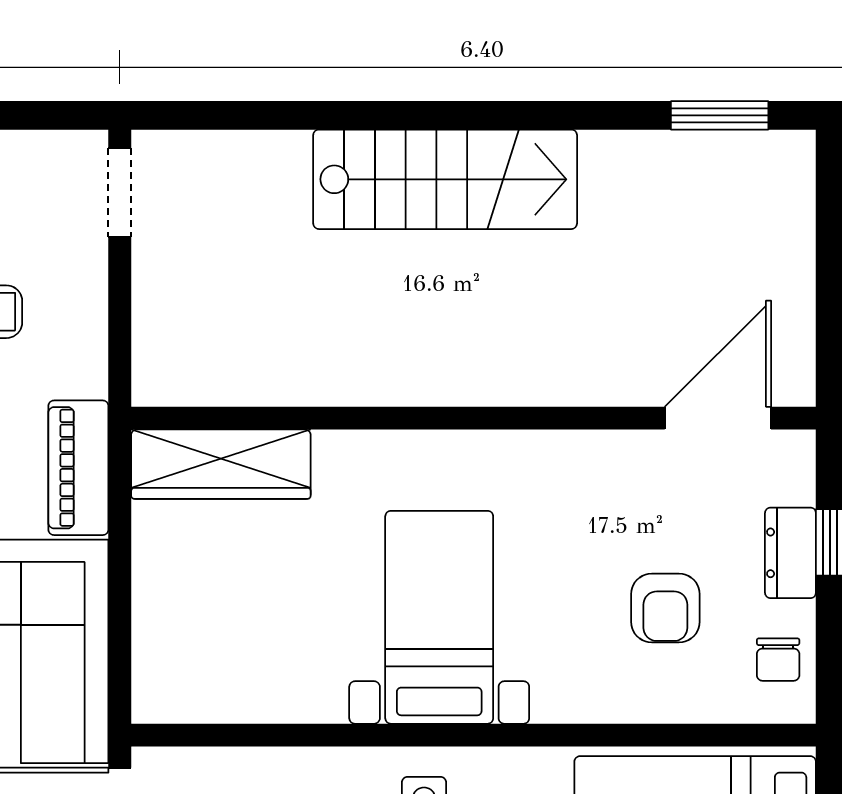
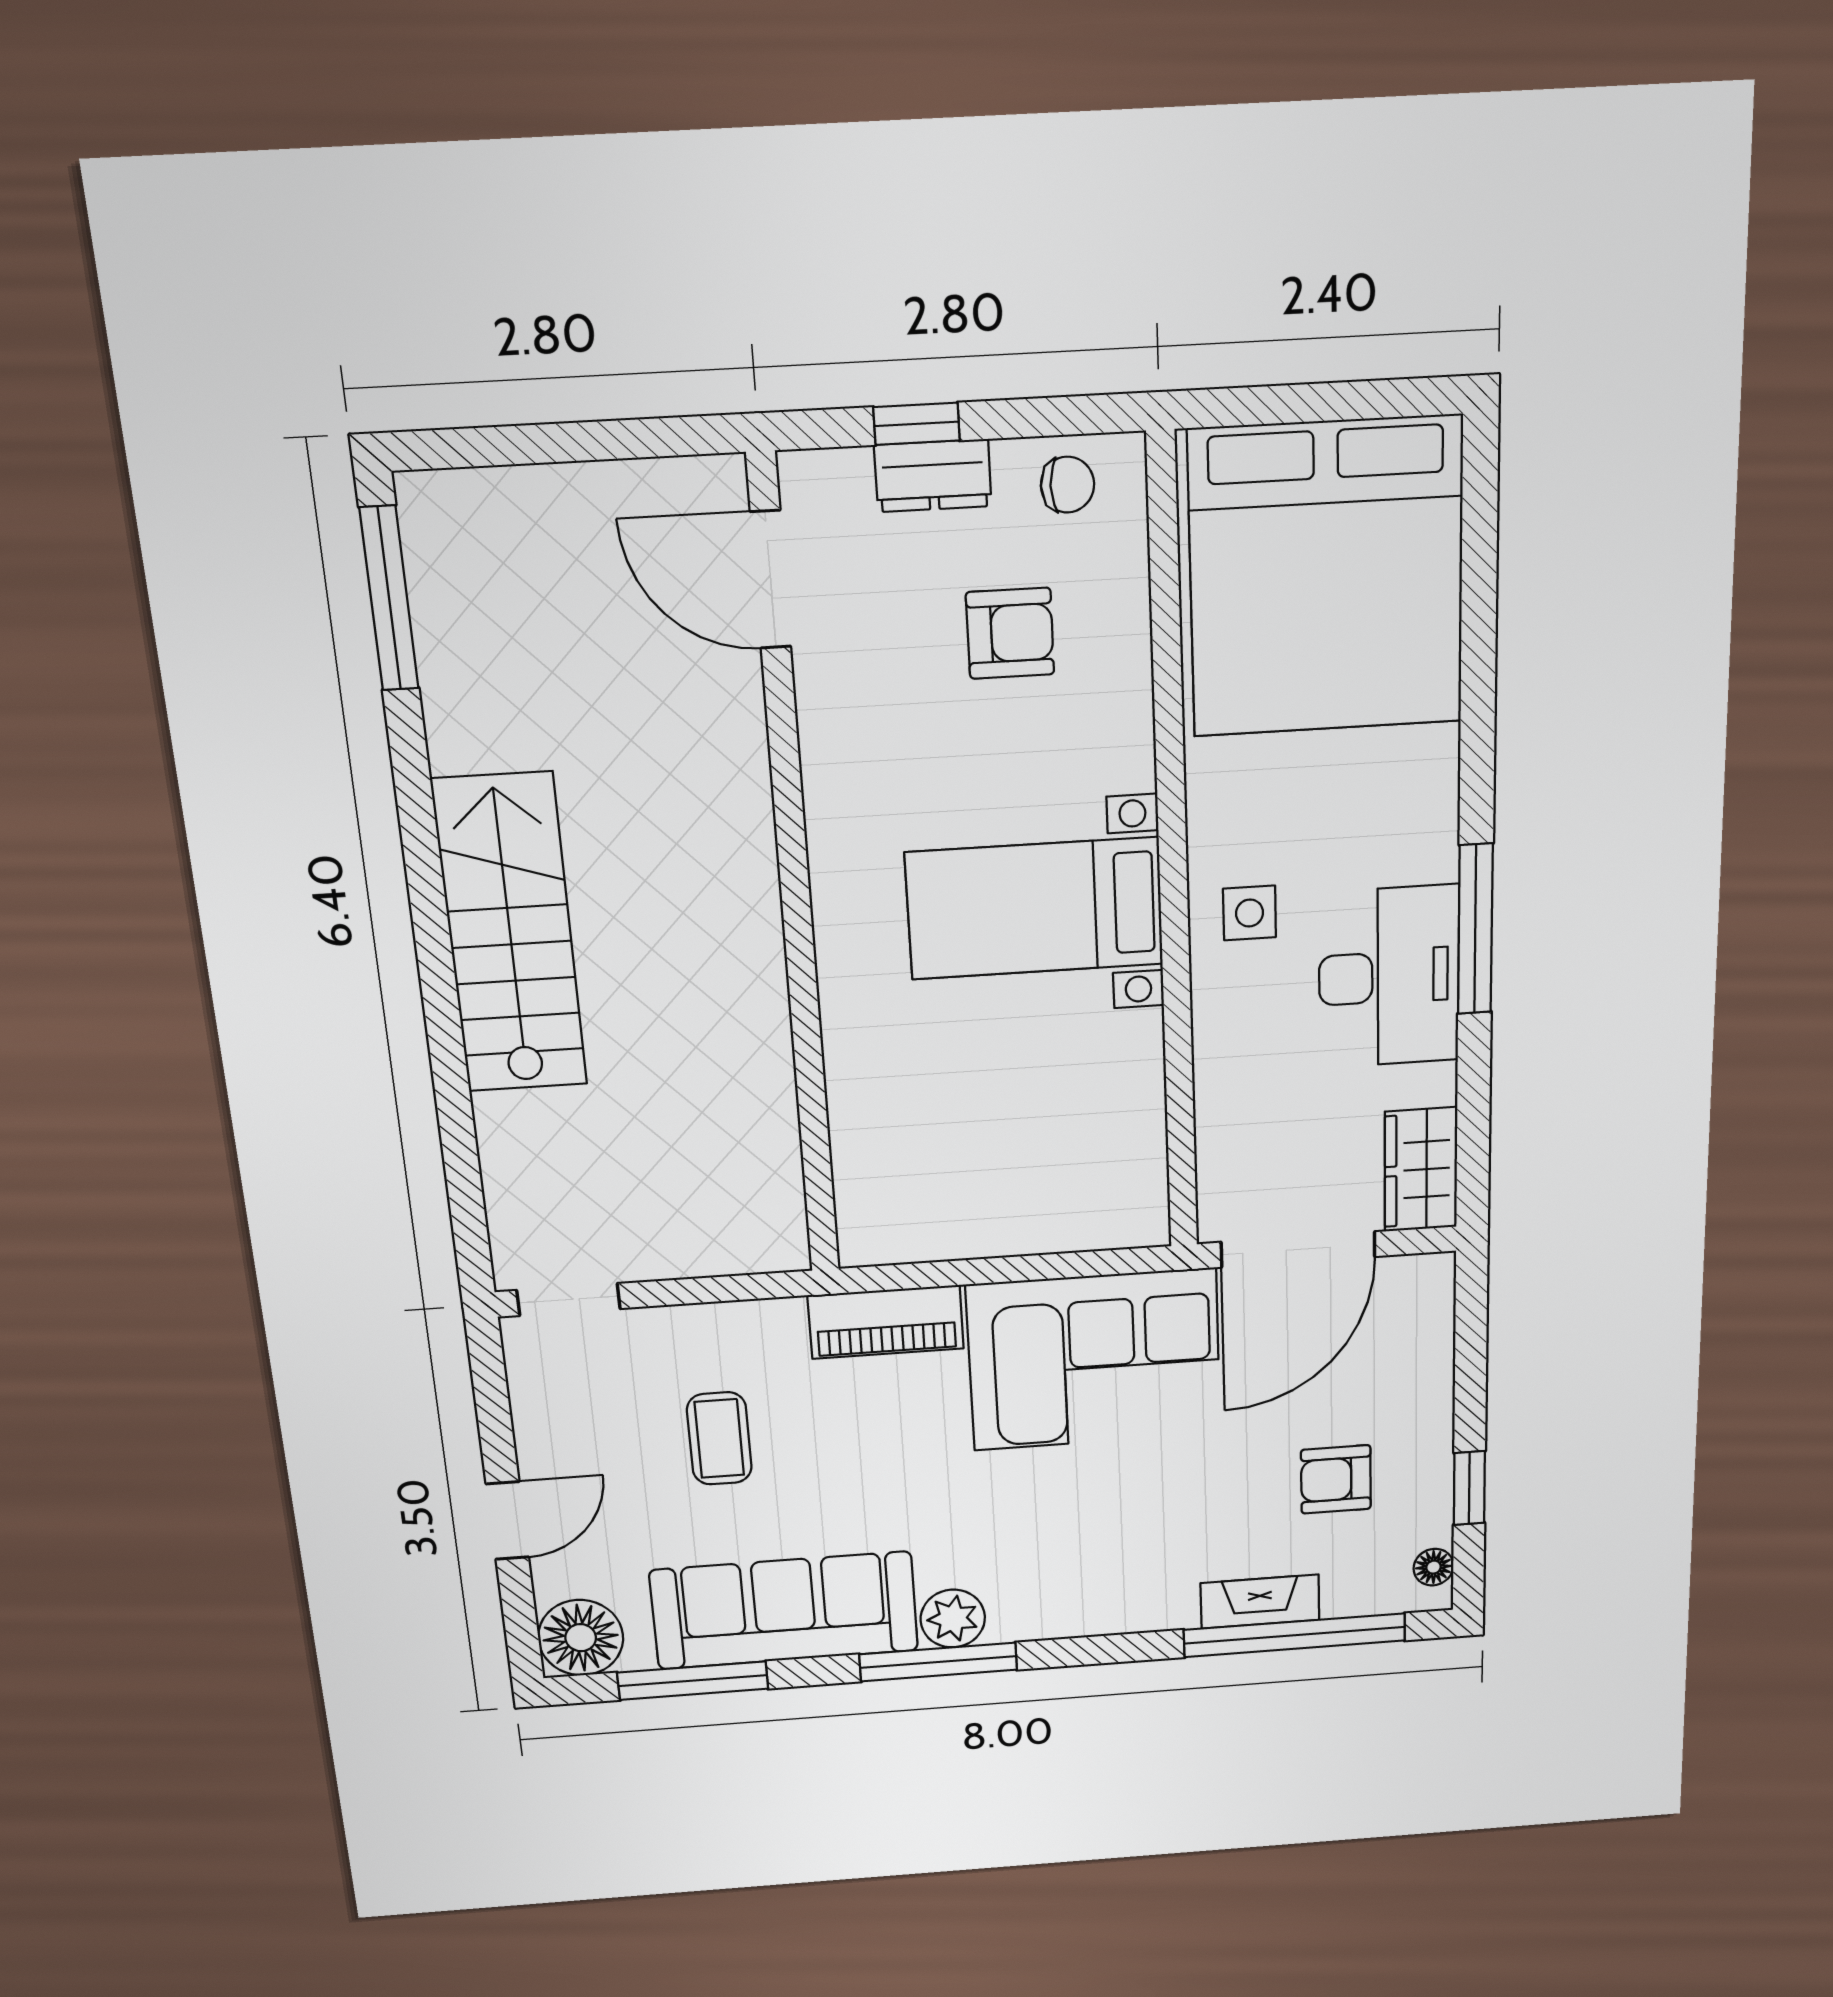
window: (720, 115) -> (389, 598), width x1.44
wardrobe: (221, 464) -> (871, 1169), removed

